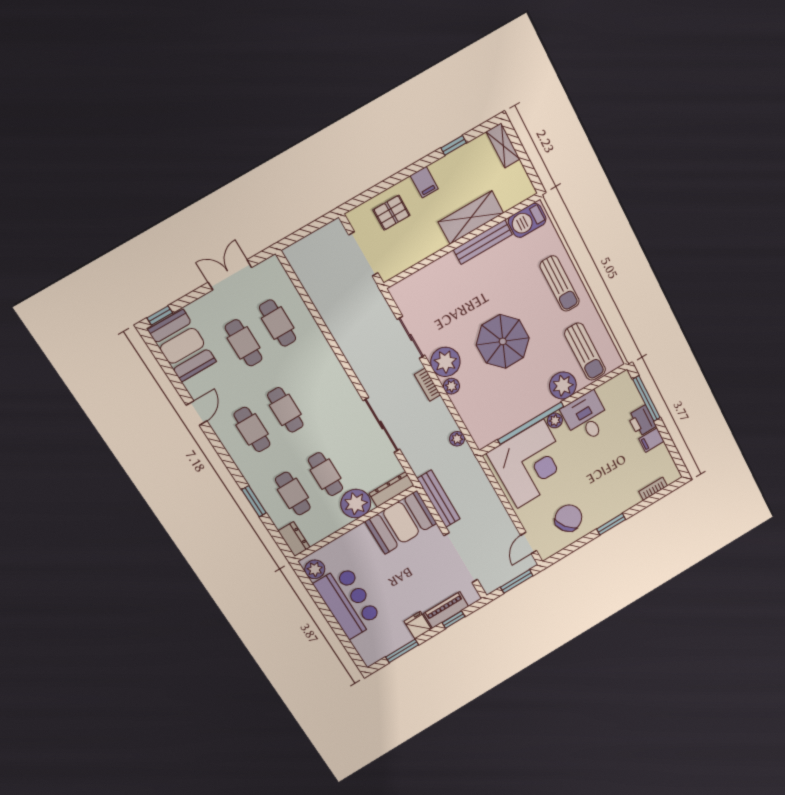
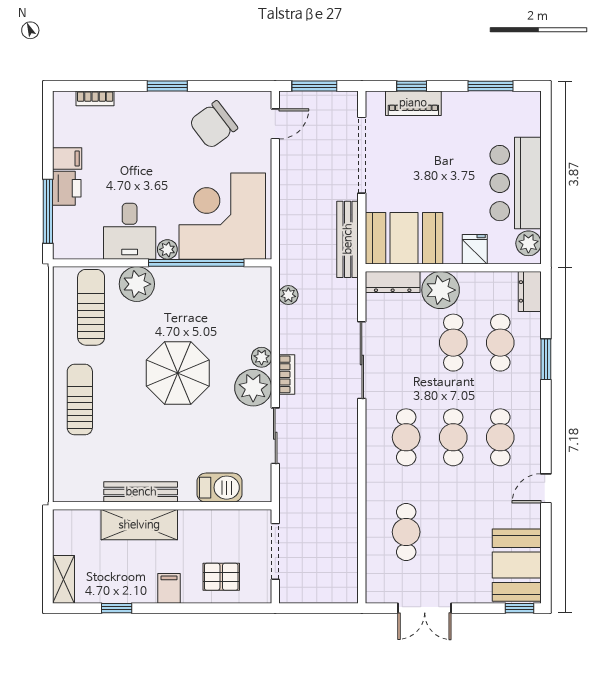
barbecue: (527, 220) -> (219, 488), moved
cafe table: (244, 343) -> (406, 437), moved
fridge: (418, 625) -> (475, 249), moved, turned 180

